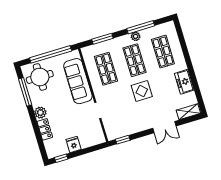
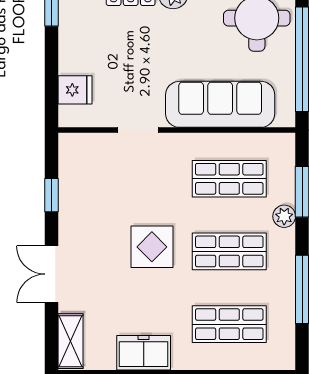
plant: (136, 36) -> (284, 216), moved
window: (123, 140) -> (51, 195), moved
fridge: (74, 144) -> (75, 90), moved

